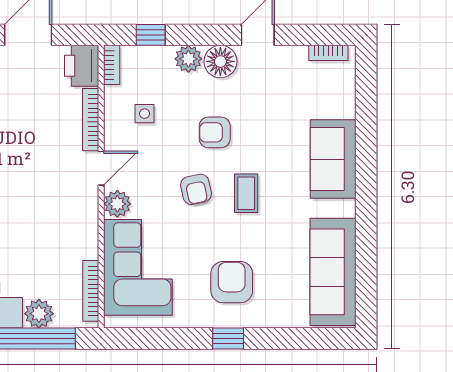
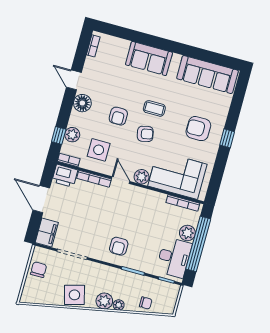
plant: (188, 59) -> (72, 135), moved
side table: (145, 114) -> (99, 150), width x1.87, depth x1.87

